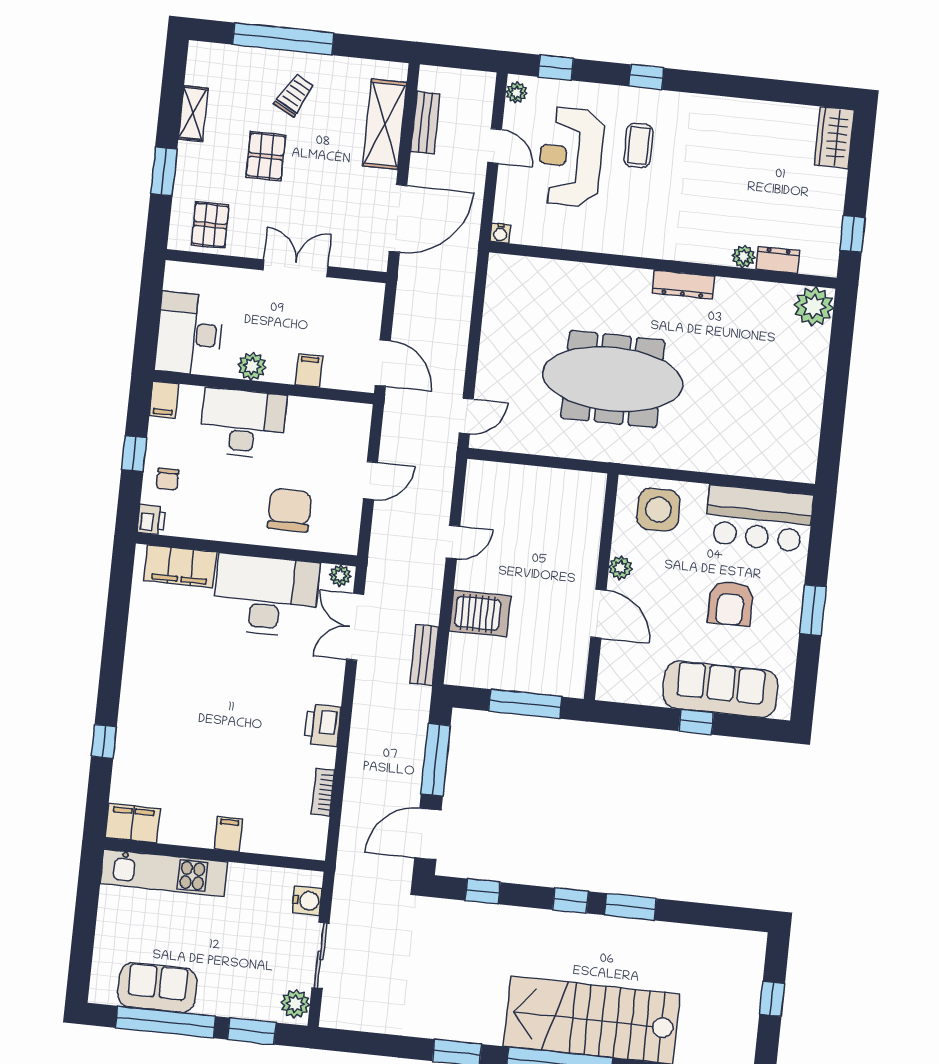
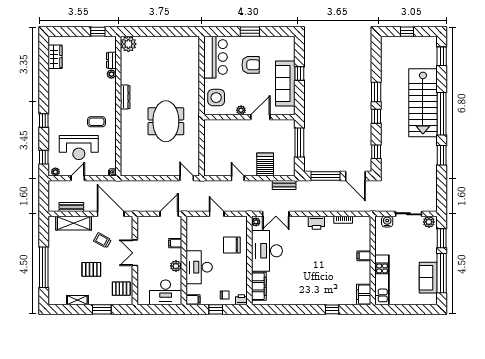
trolley: (294, 95) -> (102, 240), moved
wardrobe: (834, 138) -> (55, 57), moved, turned -90
coffee table: (638, 145) -> (96, 122), moved
meeting table: (613, 379) -> (166, 121), width x0.73
sofa: (720, 689) -> (285, 83), moved

